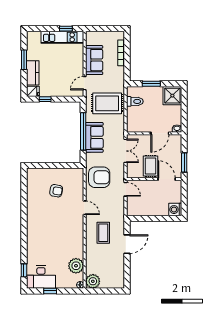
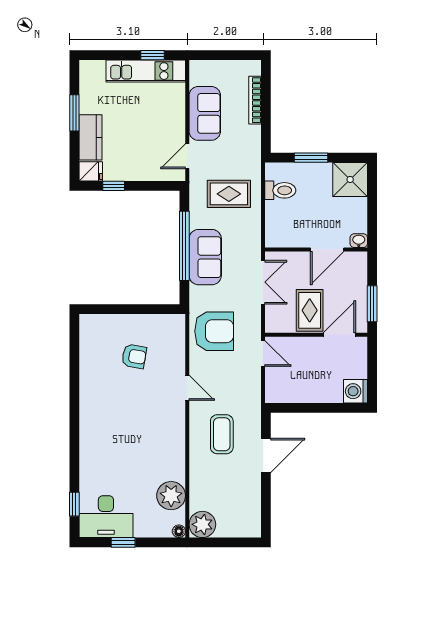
rug: (107, 103) -> (229, 194), width x0.73, depth x0.70
door: (167, 179) -> (339, 335), hinge flipped

